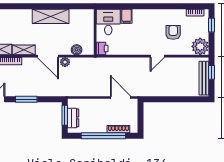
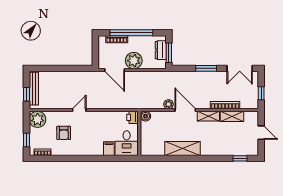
boiler: (77, 50) -> (145, 116), moved
plant: (101, 107) -> (134, 61), added

